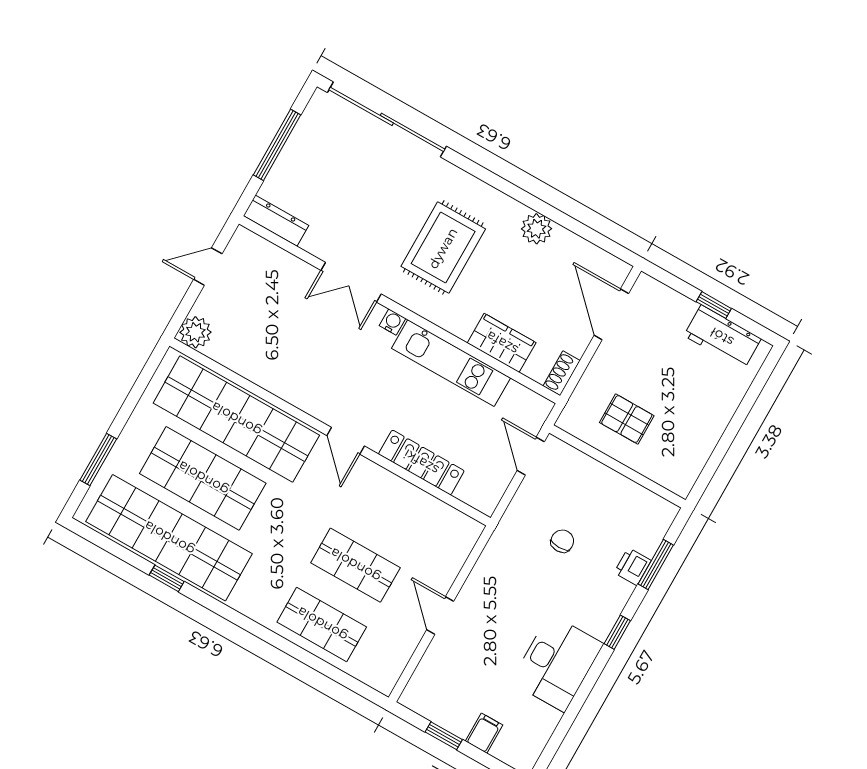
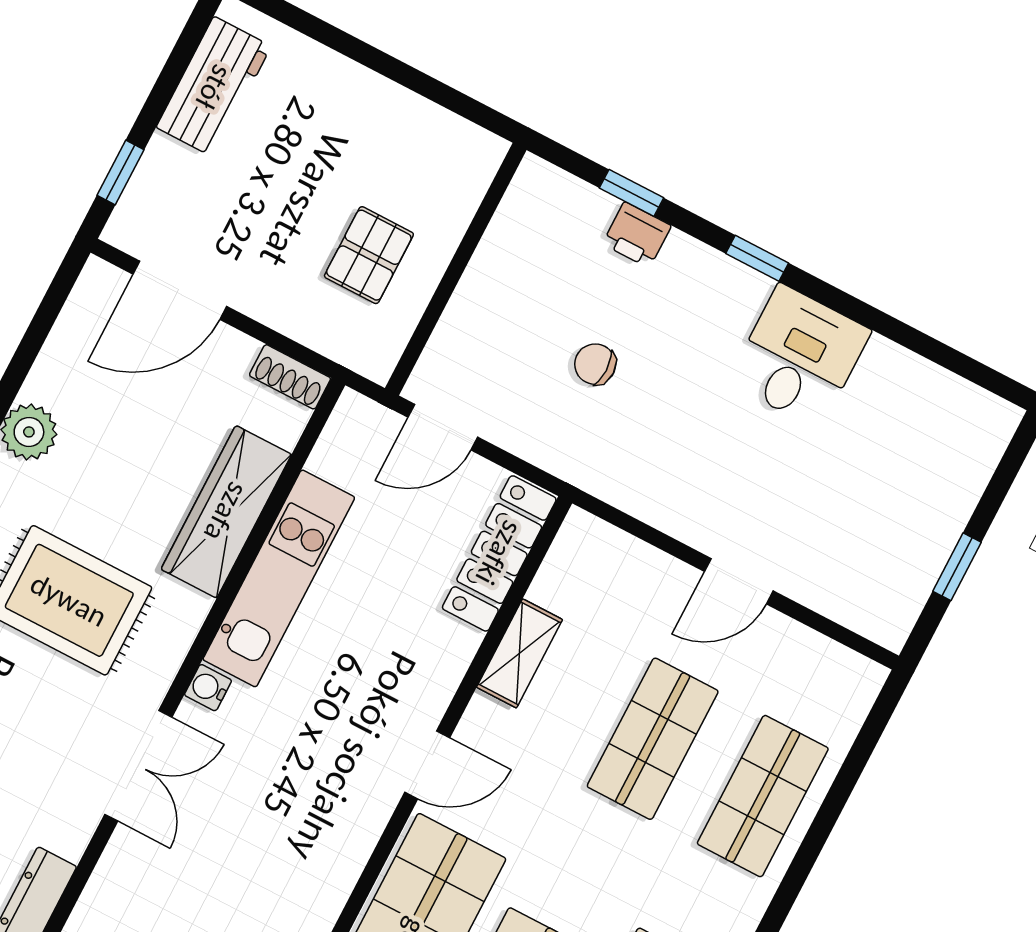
window: (714, 305) -> (120, 173), moved
wardrobe: (502, 343) -> (226, 512), width x1.50
locker: (421, 462) -> (499, 553), moved
shelving: (405, 494) -> (519, 653), added
window: (656, 565) -> (632, 193), width x0.67
desk: (557, 663) -> (799, 356), width x0.73
filing cabinet: (484, 733) -> (950, 494), removed

